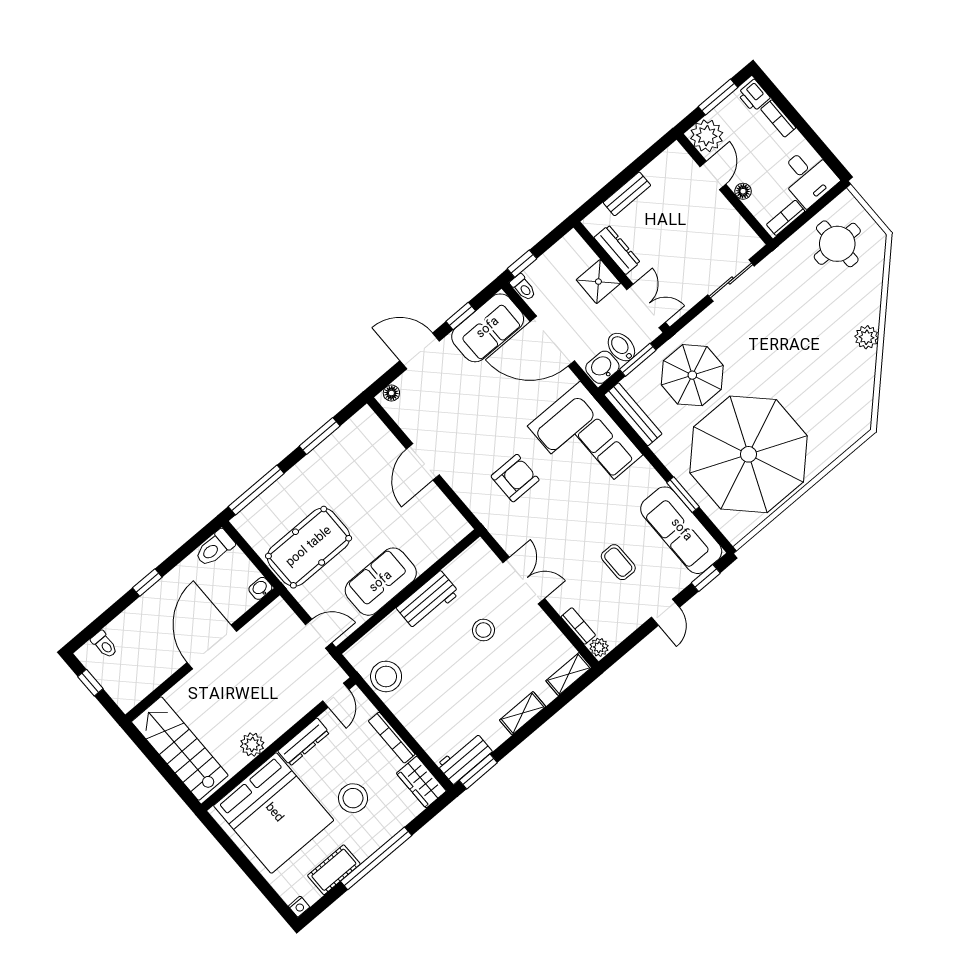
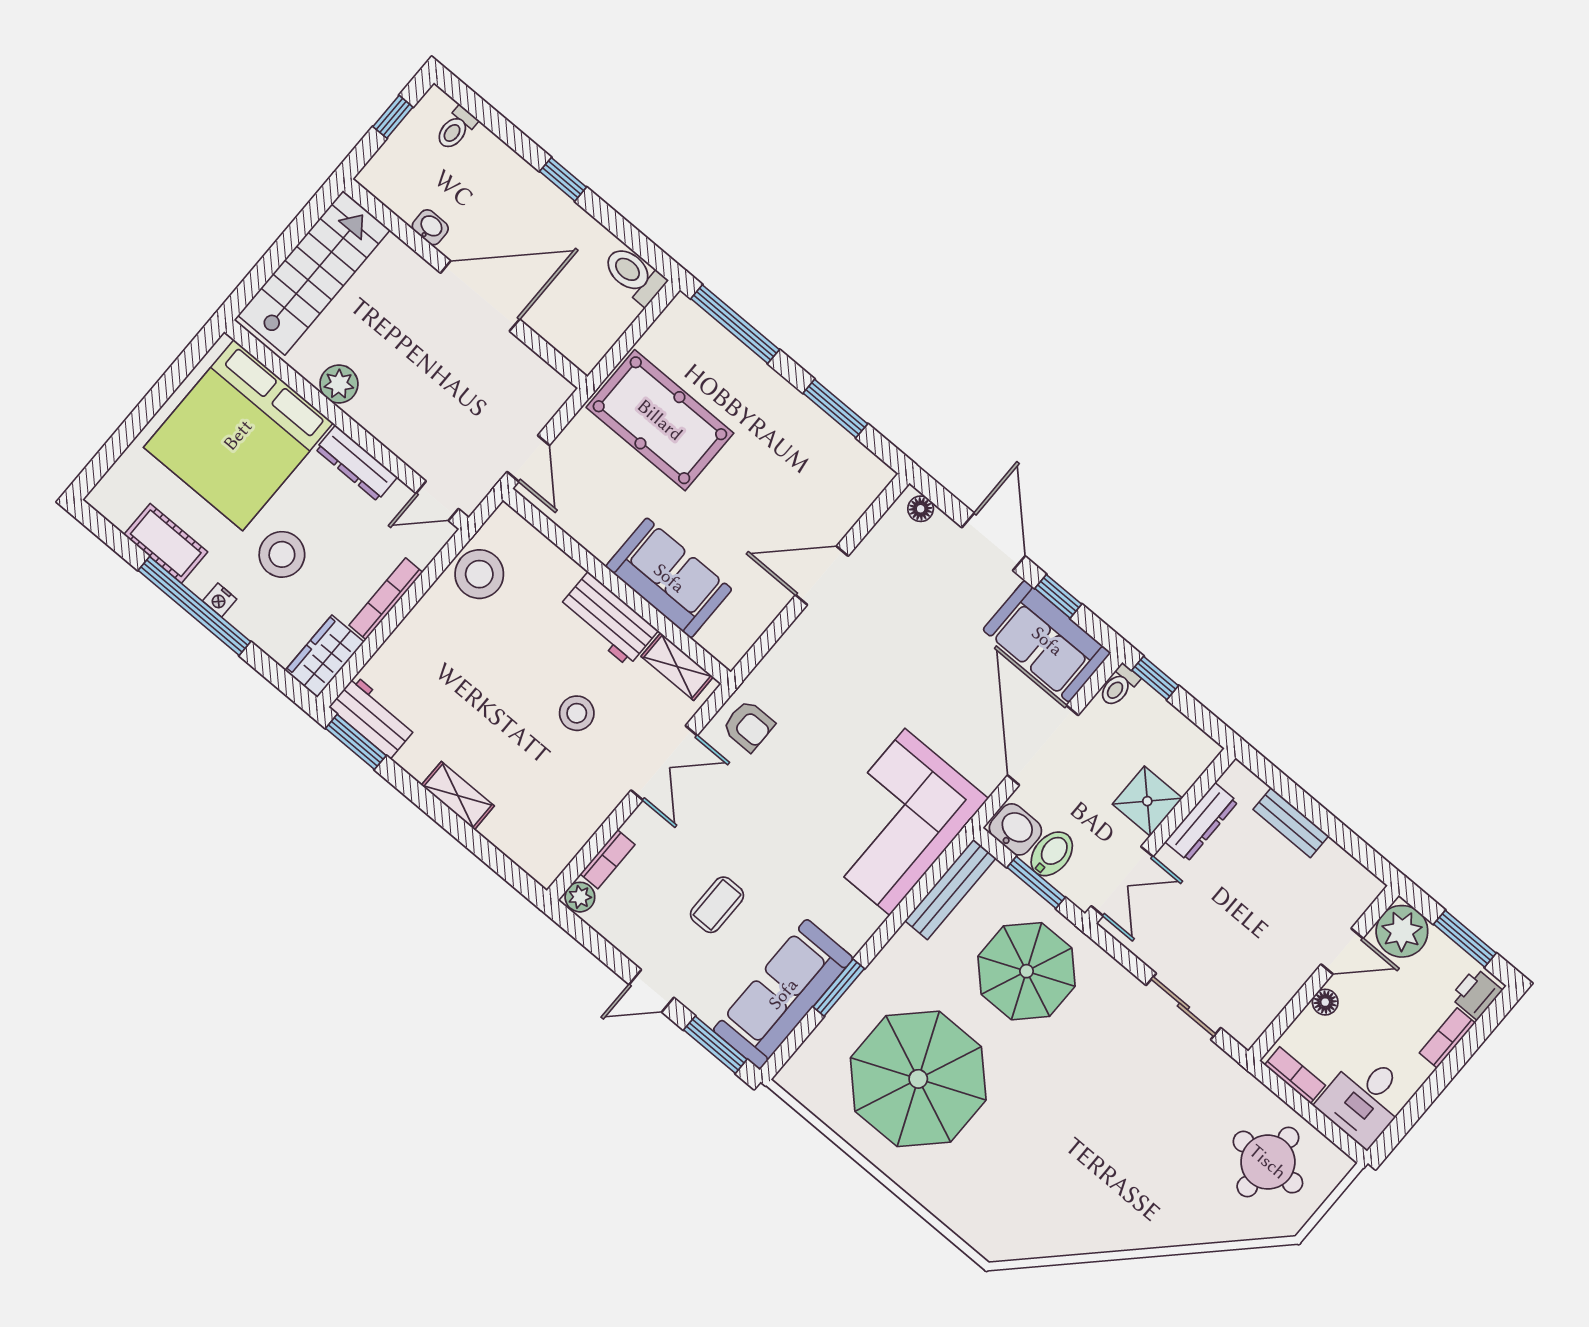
plant: (867, 337) -> (1131, 1232), removed
parasol: (748, 454) -> (918, 1079), width x0.73, depth x0.73
armchair: (515, 478) -> (748, 726), moved, width x0.72, depth x0.72
window: (706, 578) -> (715, 1045), width x1.50
sofa: (381, 582) -> (669, 578), moved
washbasin: (260, 588) -> (430, 227), moved
shelving: (569, 674) -> (677, 667), moved
nightstand: (299, 907) -> (220, 600), moved

